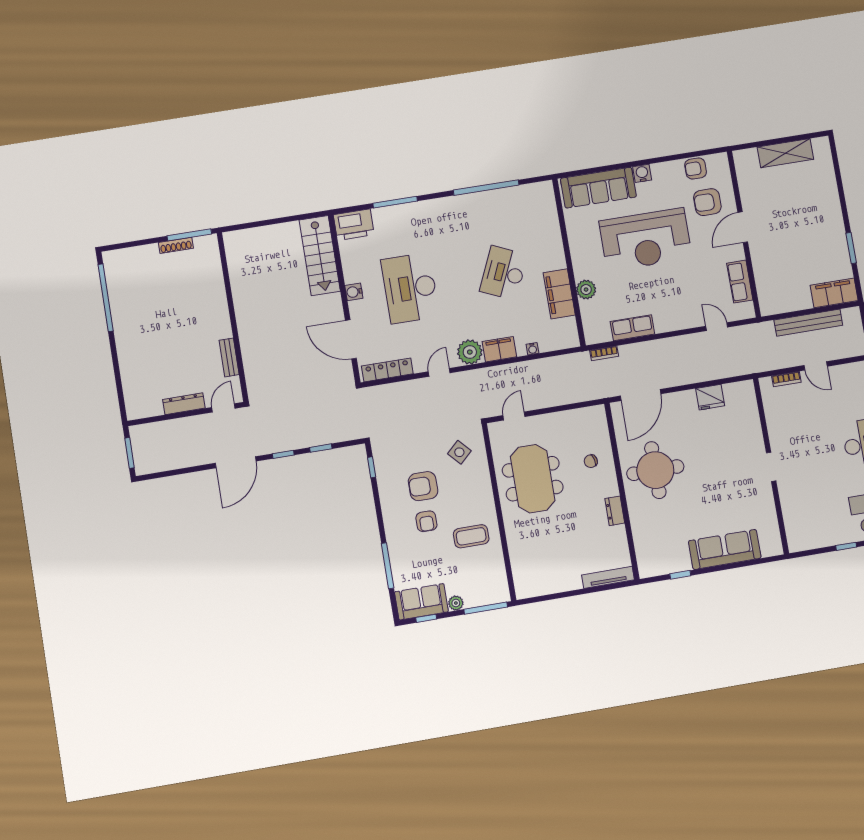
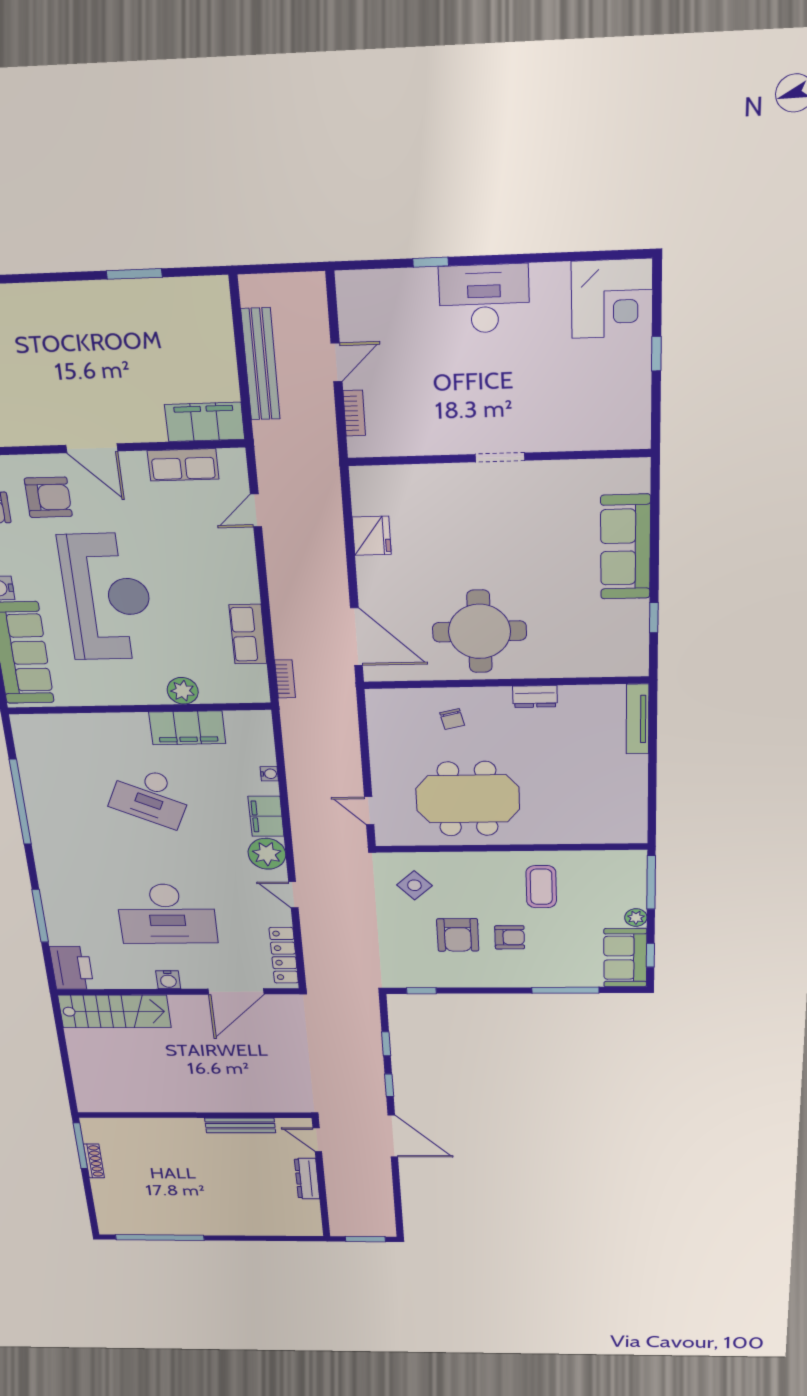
armchair: (707, 202) -> (48, 497), turned -90
filing cabinet: (834, 293) -> (205, 422), moved, turned 90
bench: (229, 357) -> (240, 1125), width x1.36

